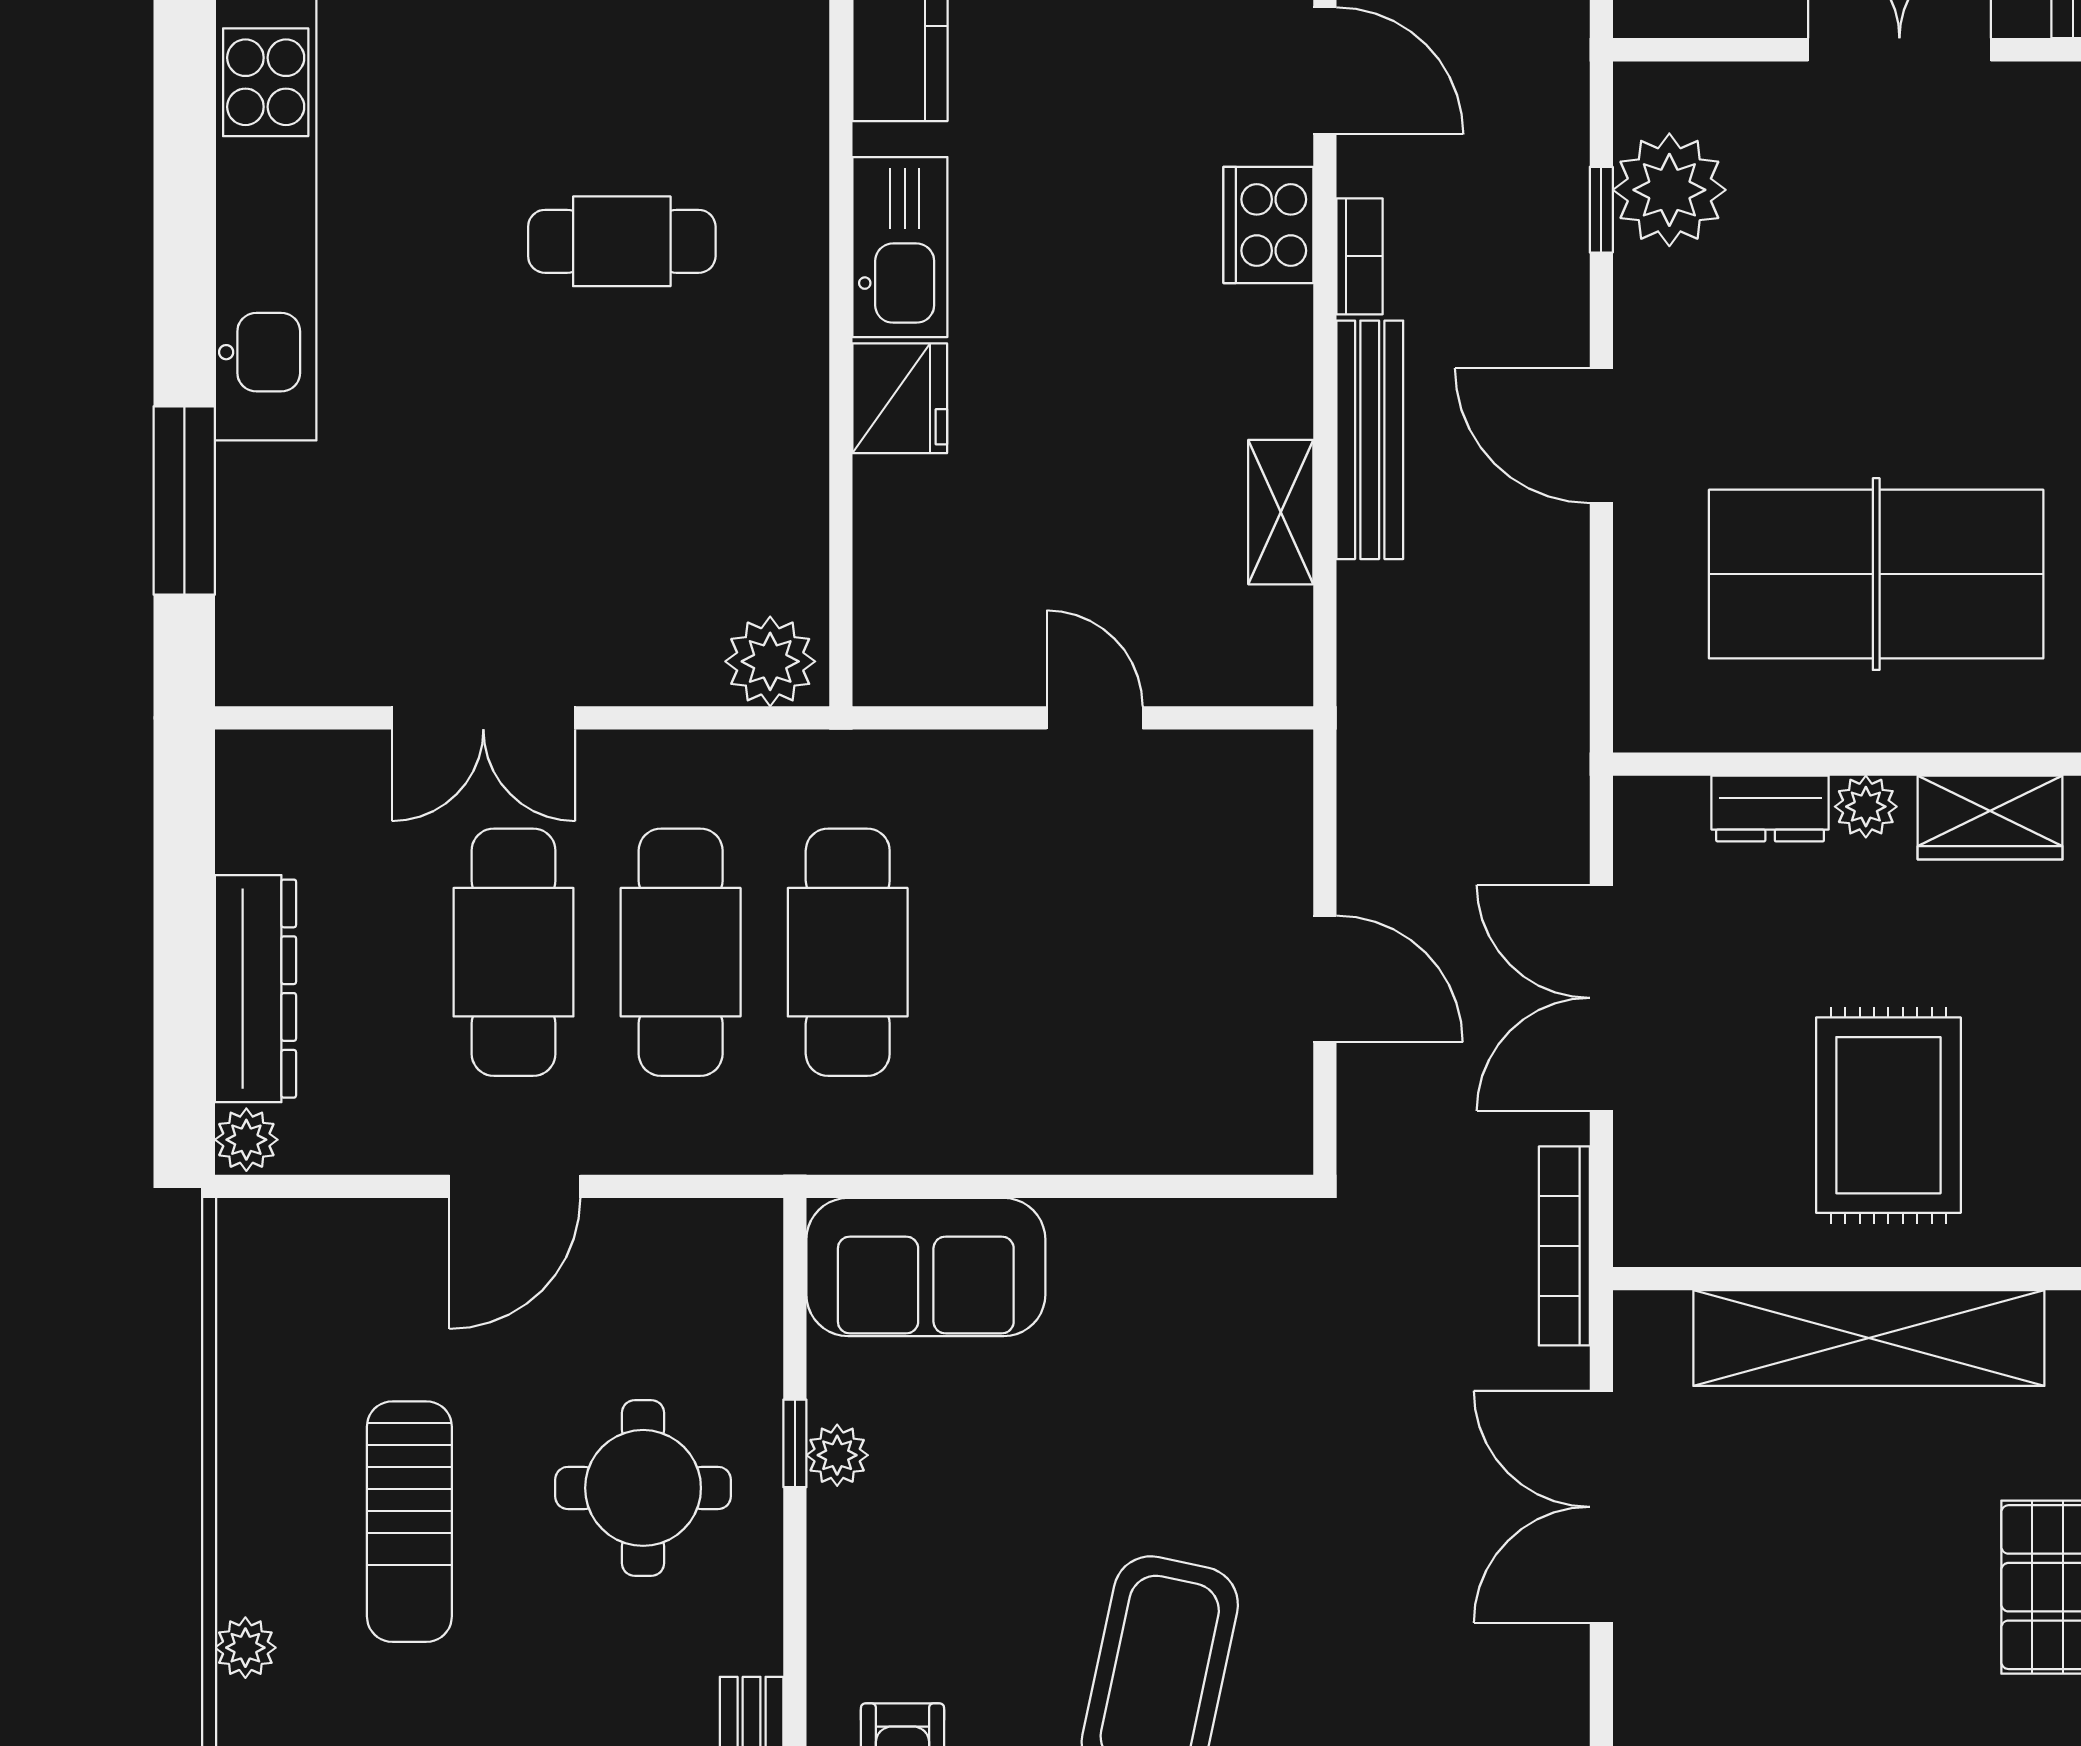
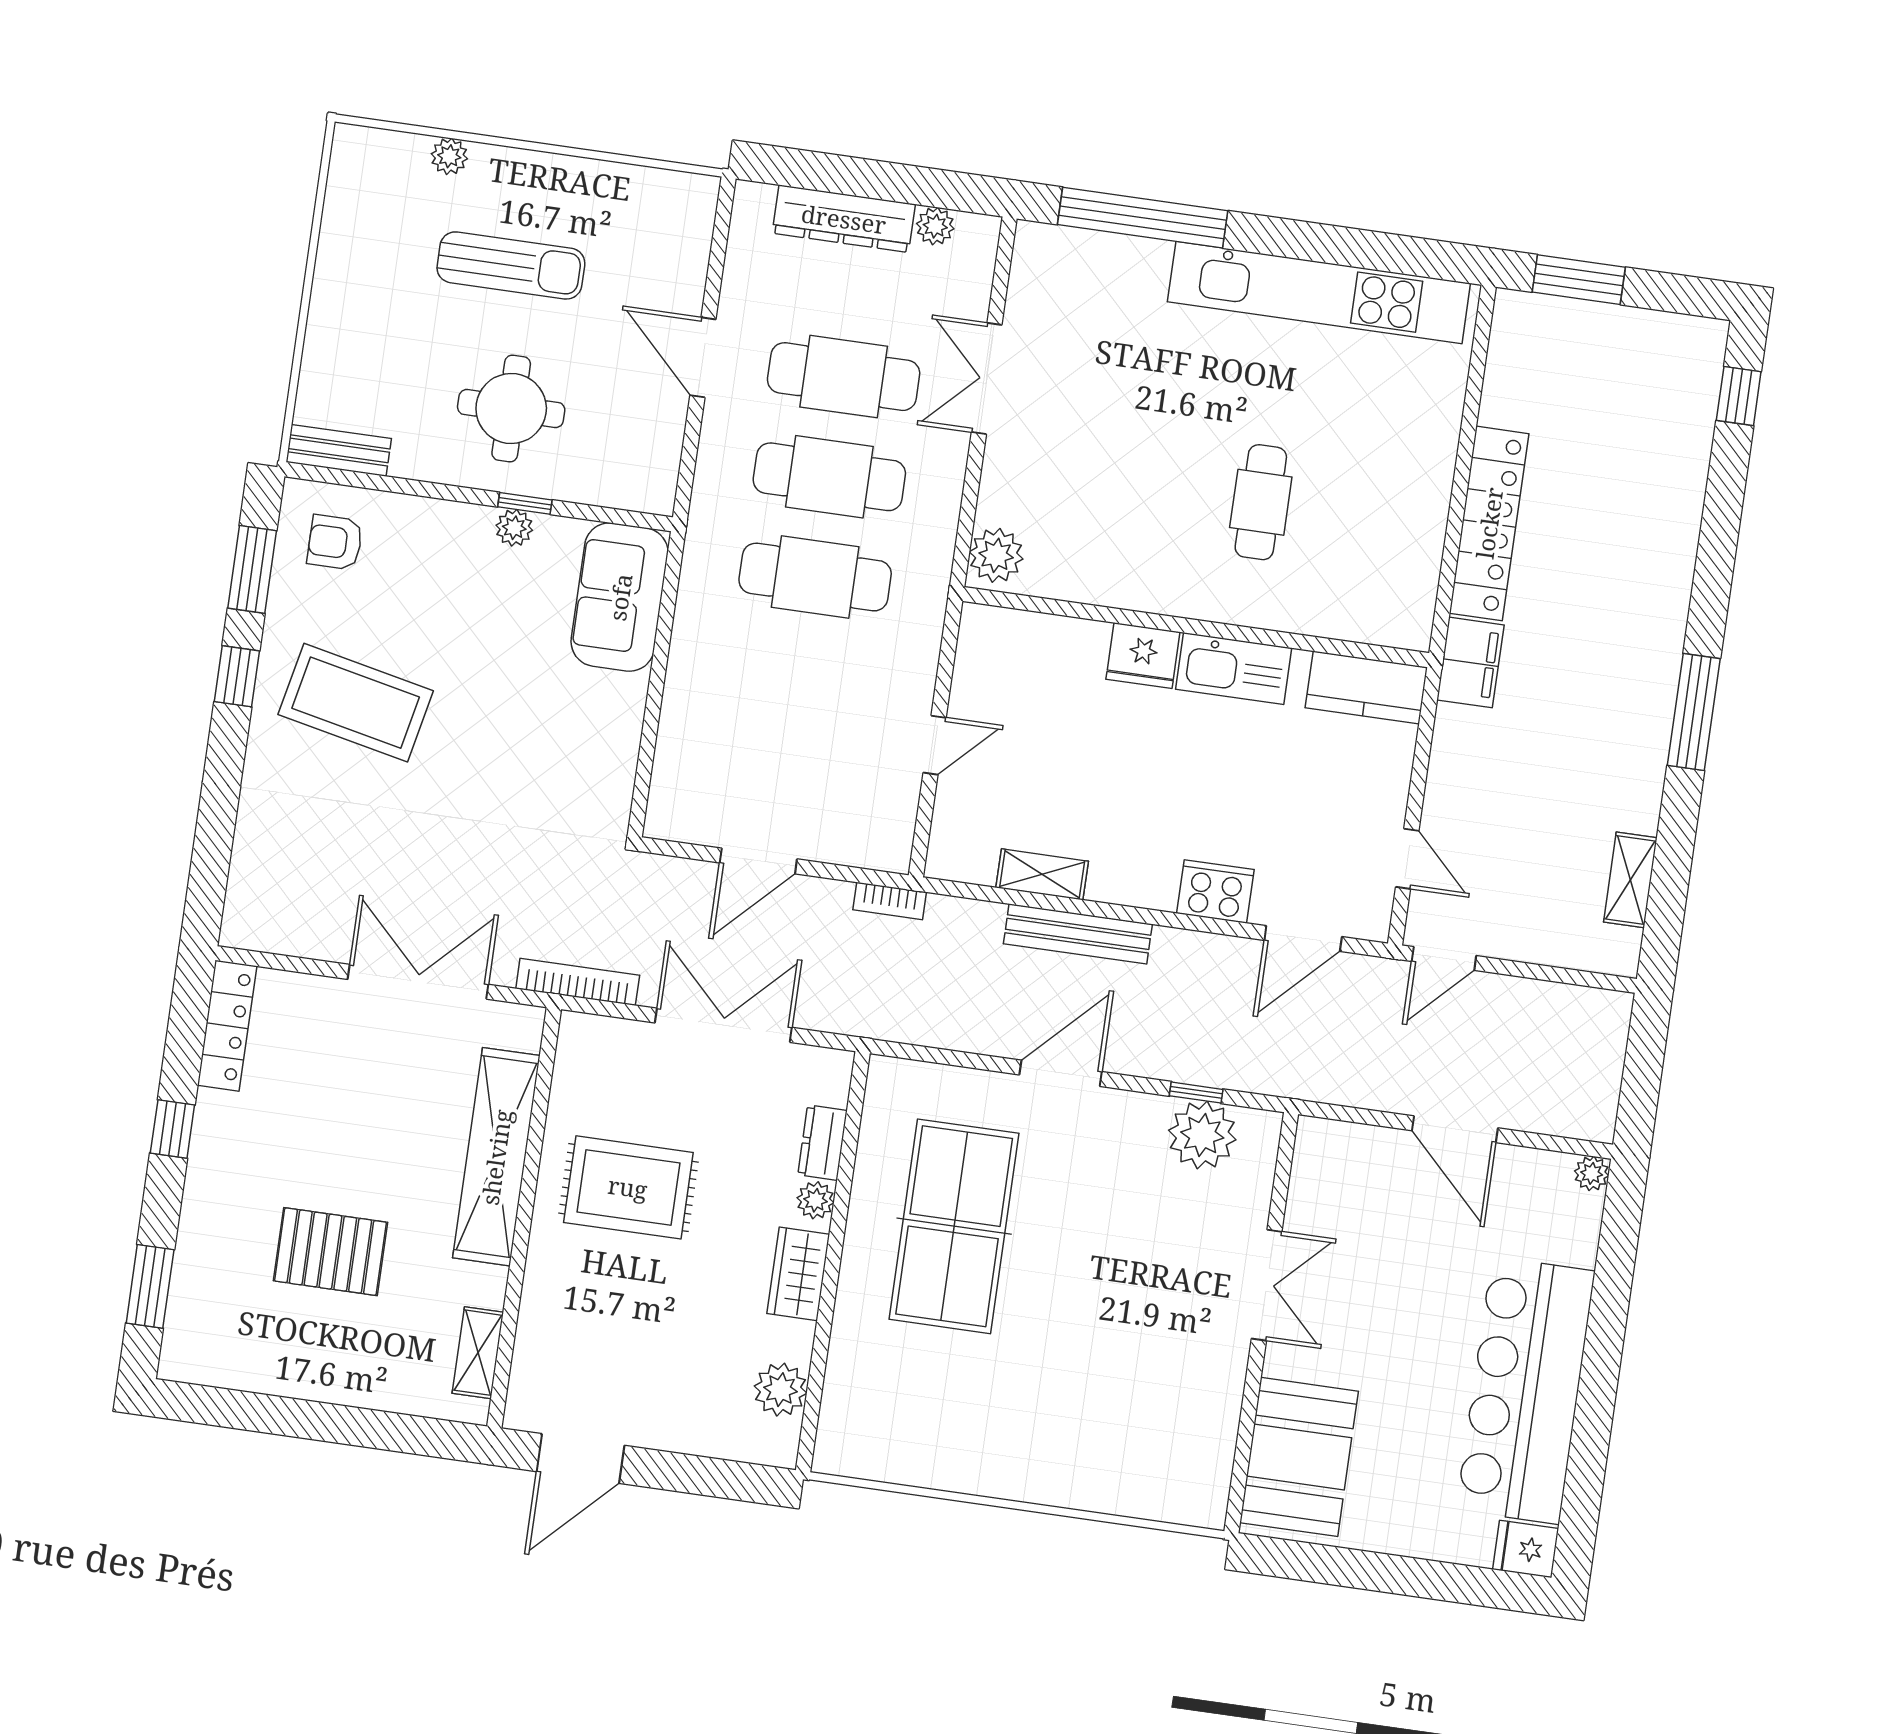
bookcase: (1360, 256) -> (890, 901), moved
window: (184, 500) -> (1143, 218), width x1.46
plant: (246, 1140) -> (935, 226), moved
sun lounger: (409, 1522) -> (511, 265), turned 180

